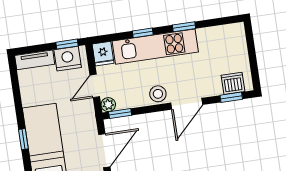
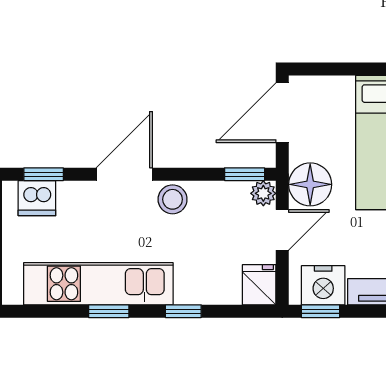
kitchen unit: (155, 47) -> (98, 284), moved
floor lamp: (83, 113) -> (310, 184), added

